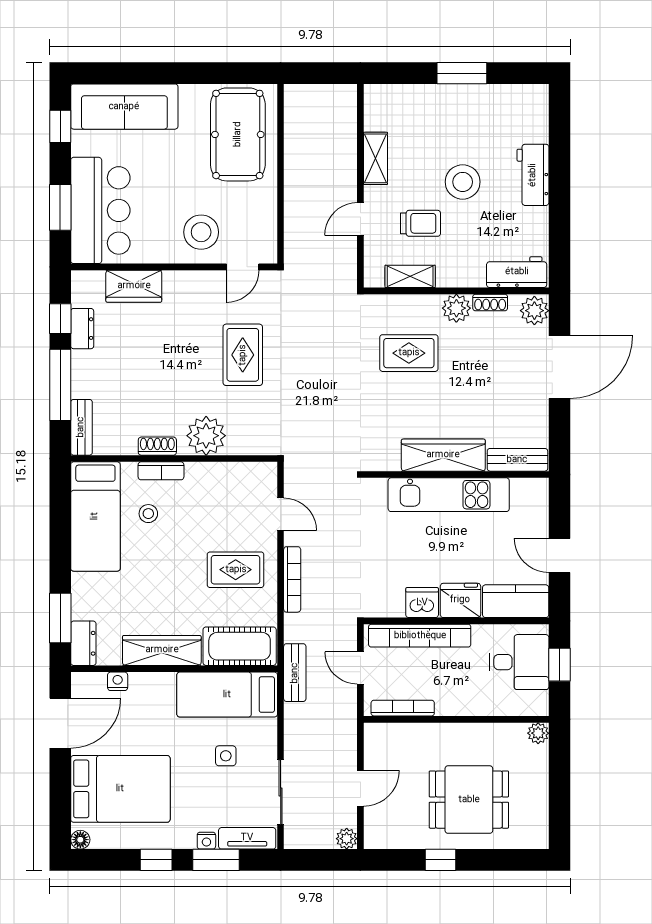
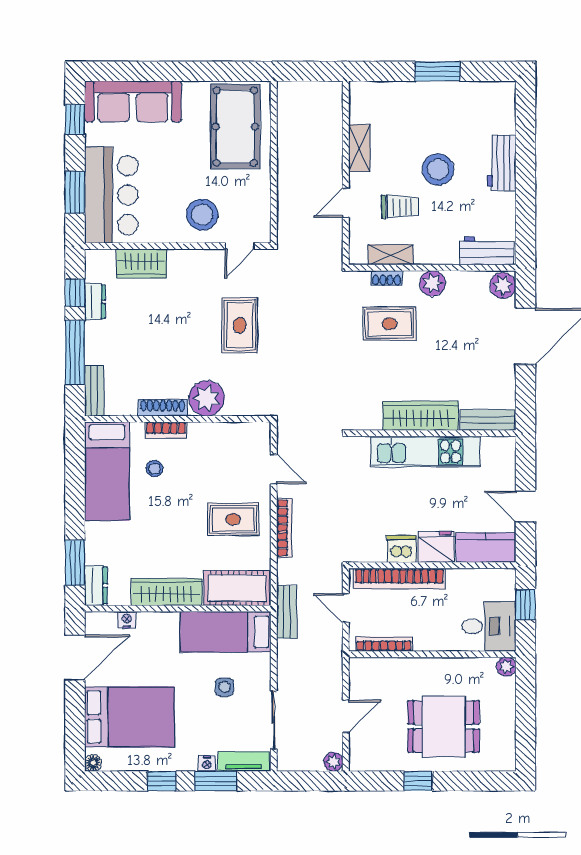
shoe rack: (490, 302) -> (386, 278), moved
shoe rack: (157, 446) -> (163, 408), width x1.43
desk: (519, 662) -> (489, 626), moved

